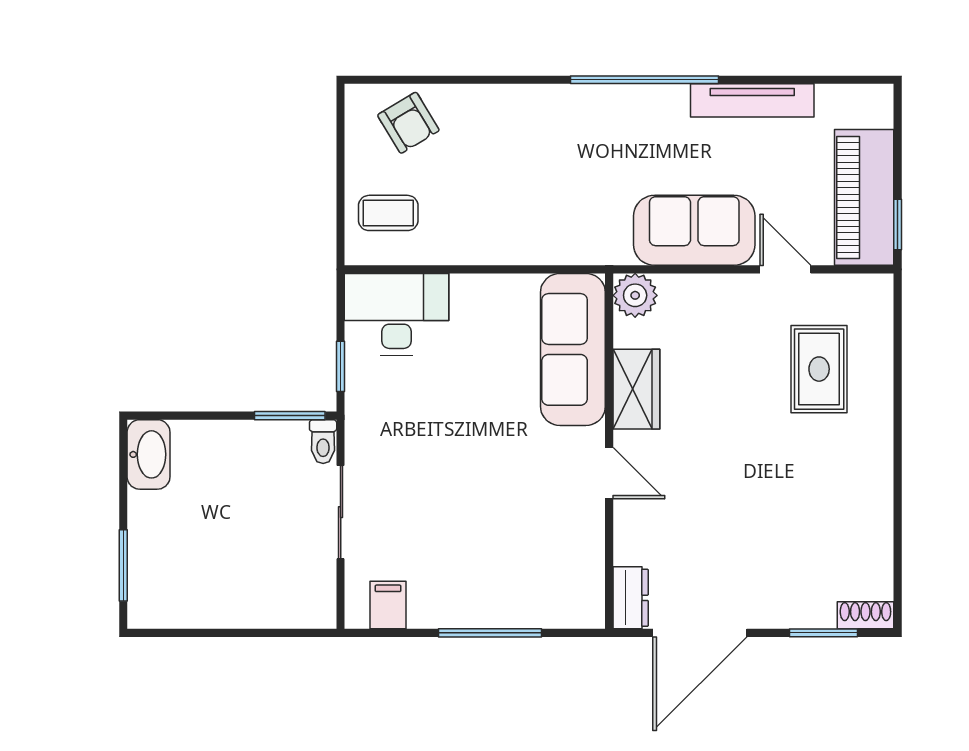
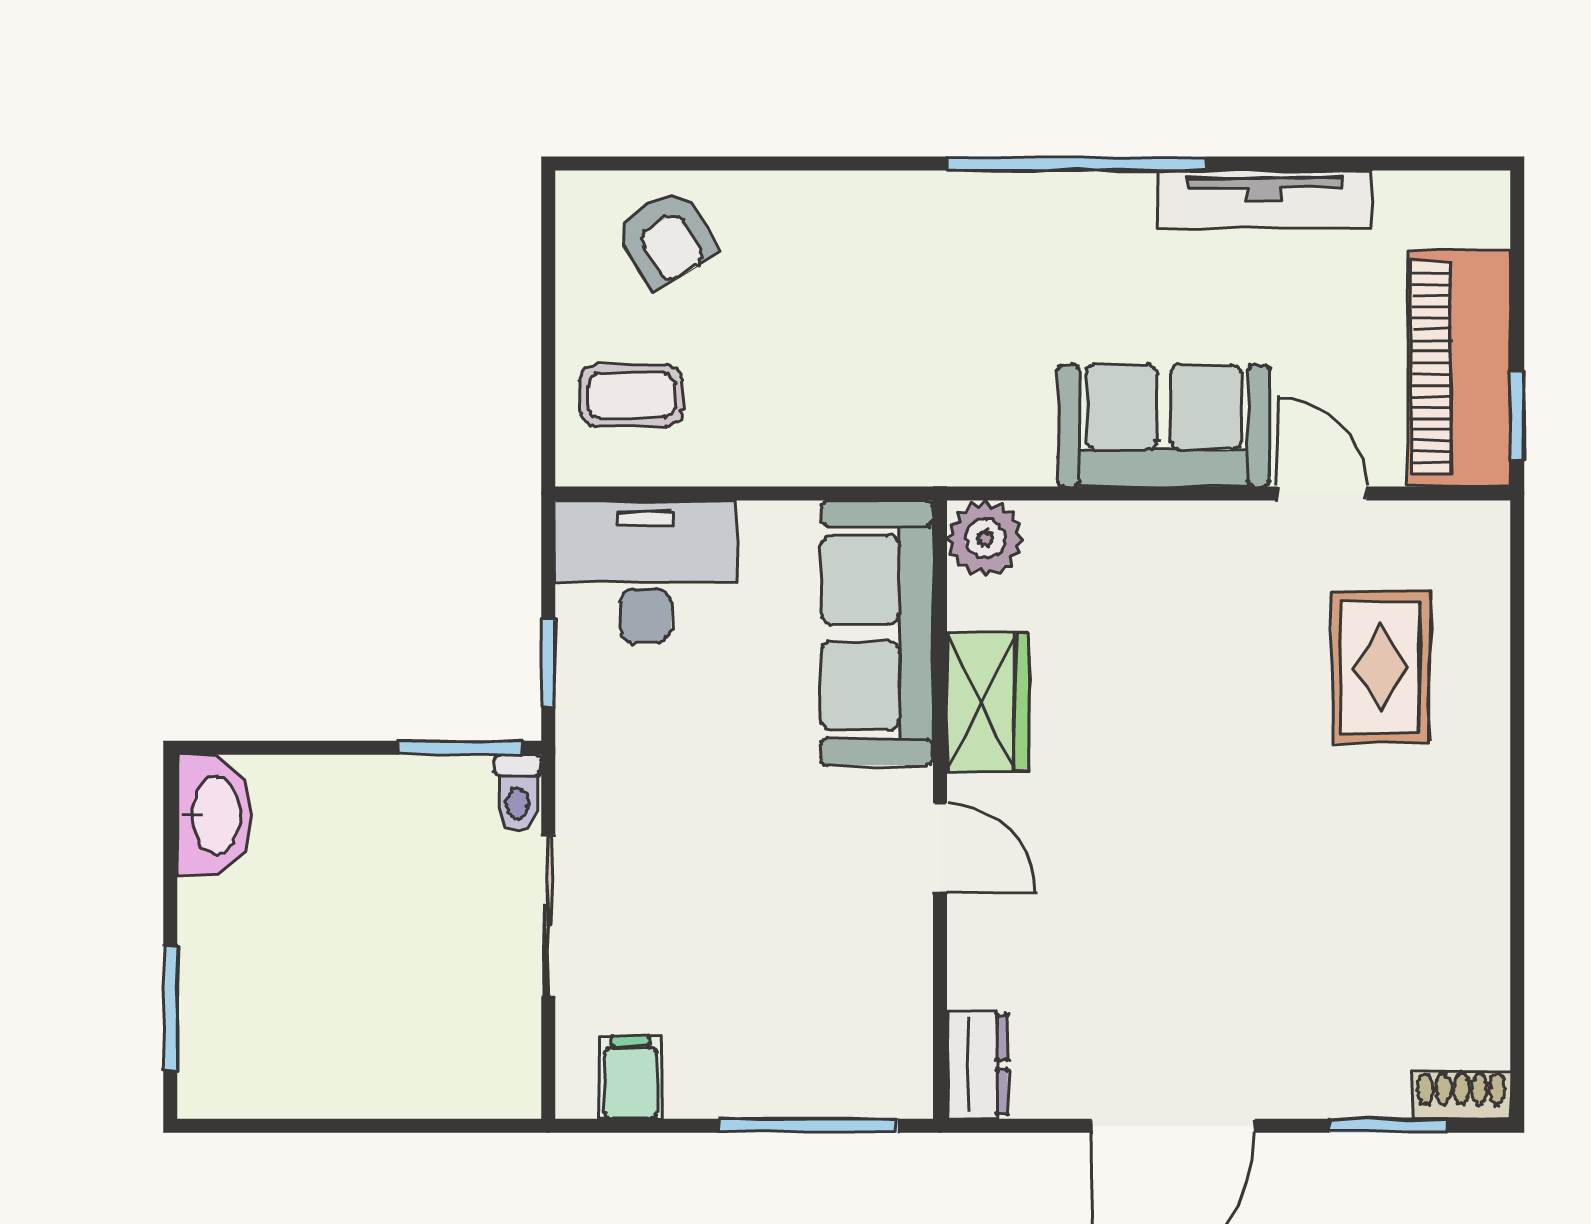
plant: (635, 295) -> (985, 539), moved
sofa: (573, 349) -> (877, 633), moved
wardrobe: (636, 389) -> (987, 702), moved
wall: (609, 451) -> (940, 810), moved
door: (609, 473) -> (940, 848), moved
dresser: (631, 598) -> (977, 1065), moved

